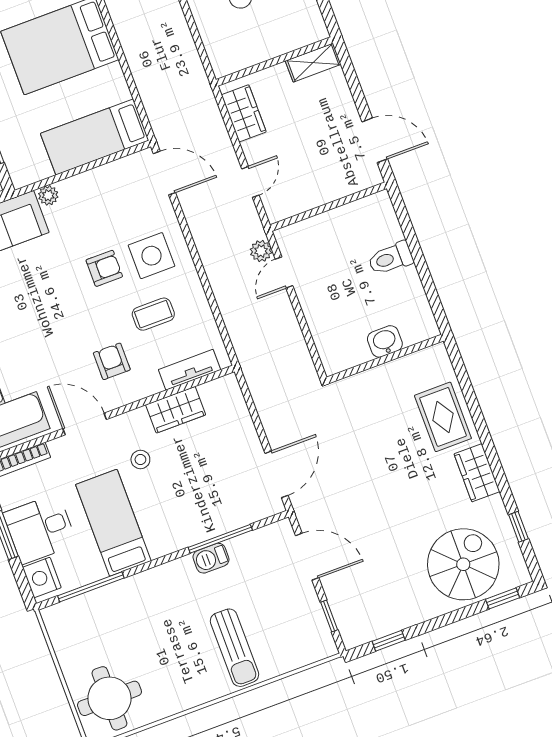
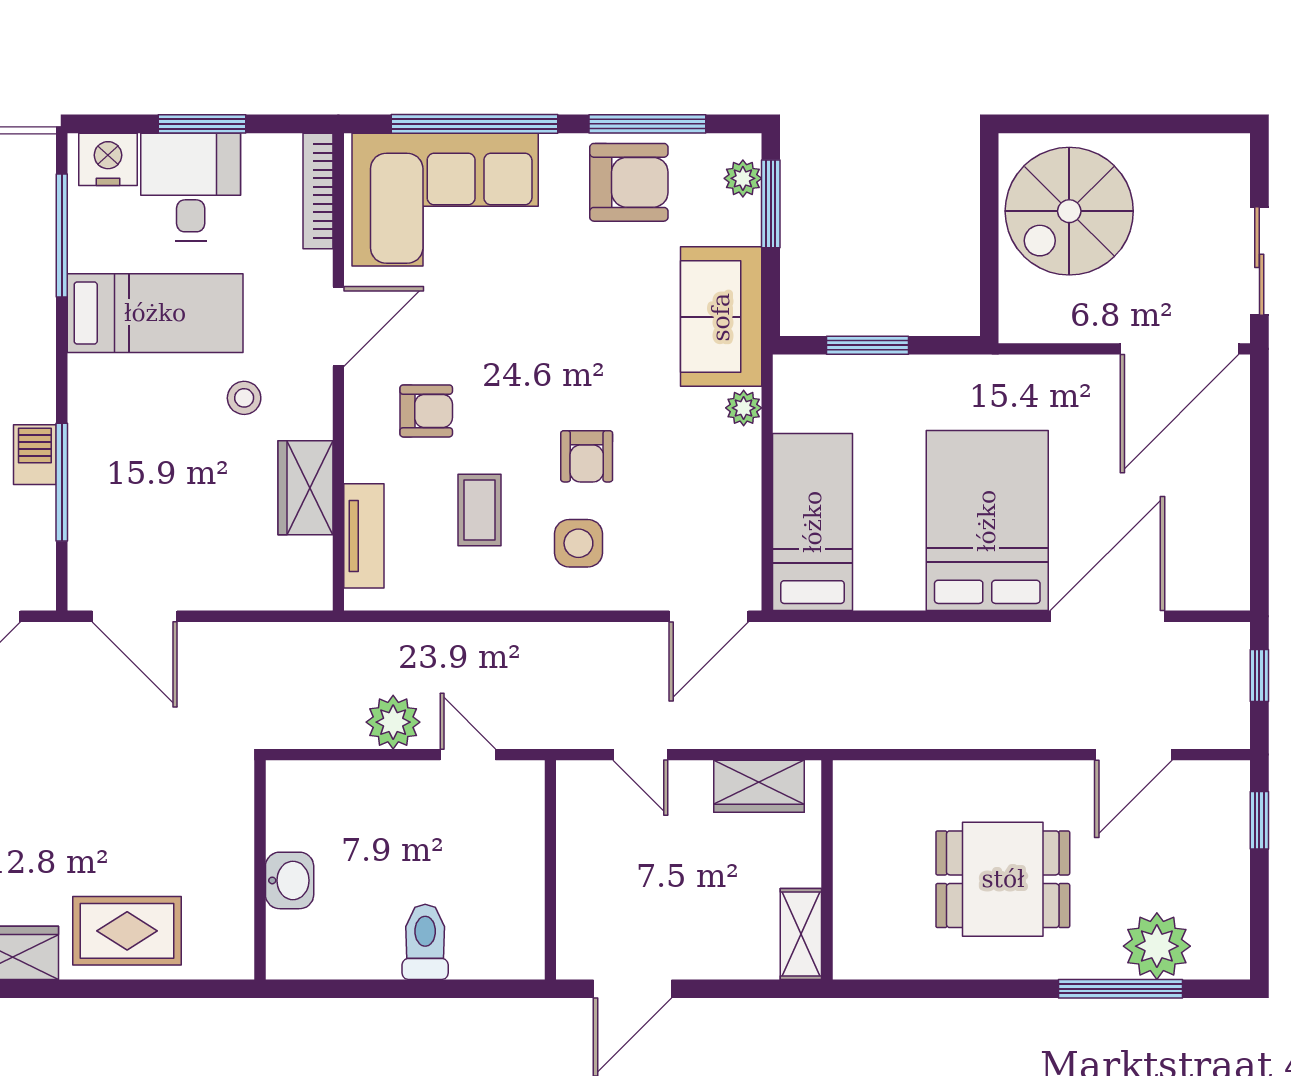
plant: (261, 251) -> (393, 722), moved, width x1.38, depth x1.38
side table: (151, 256) -> (578, 543), width x0.73, depth x0.73

